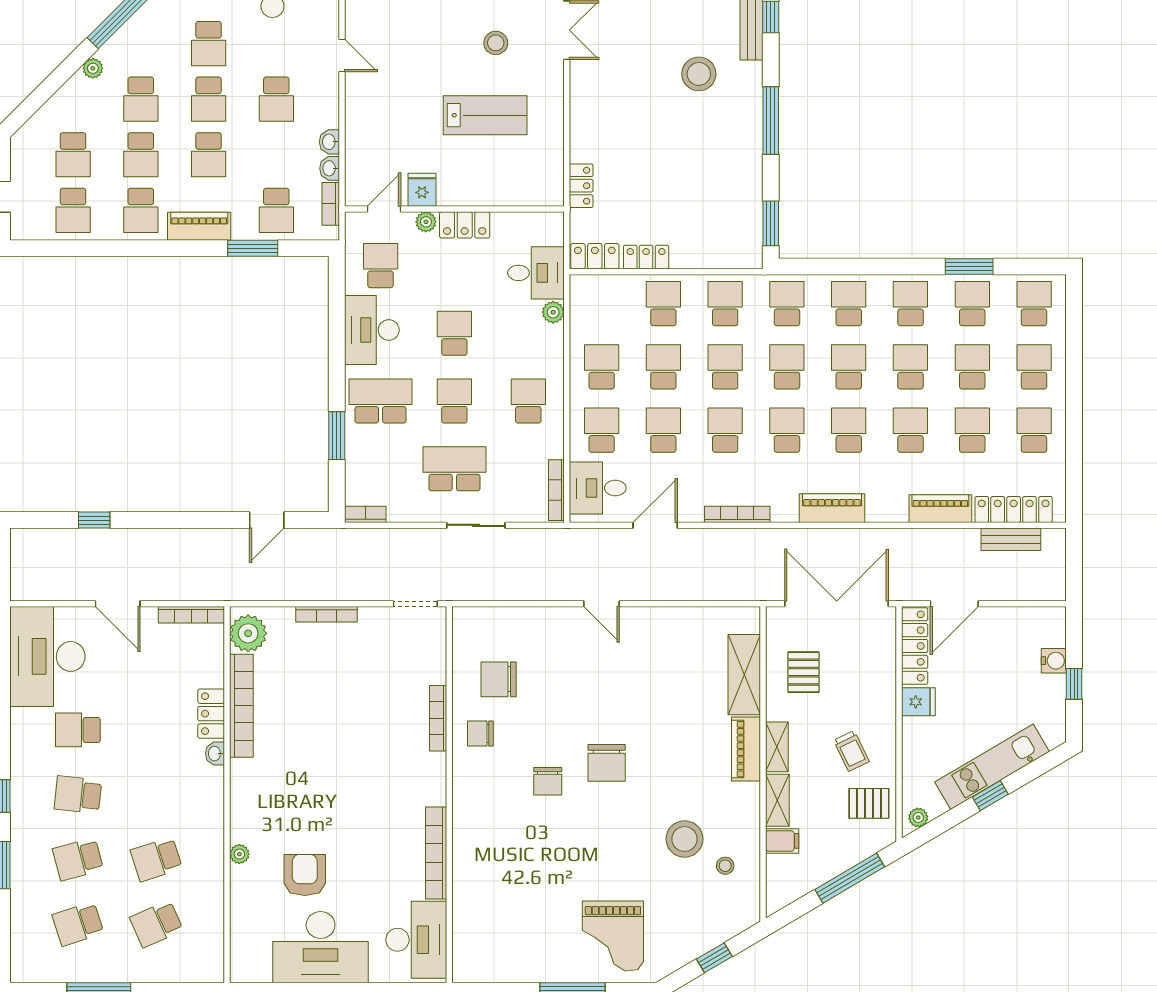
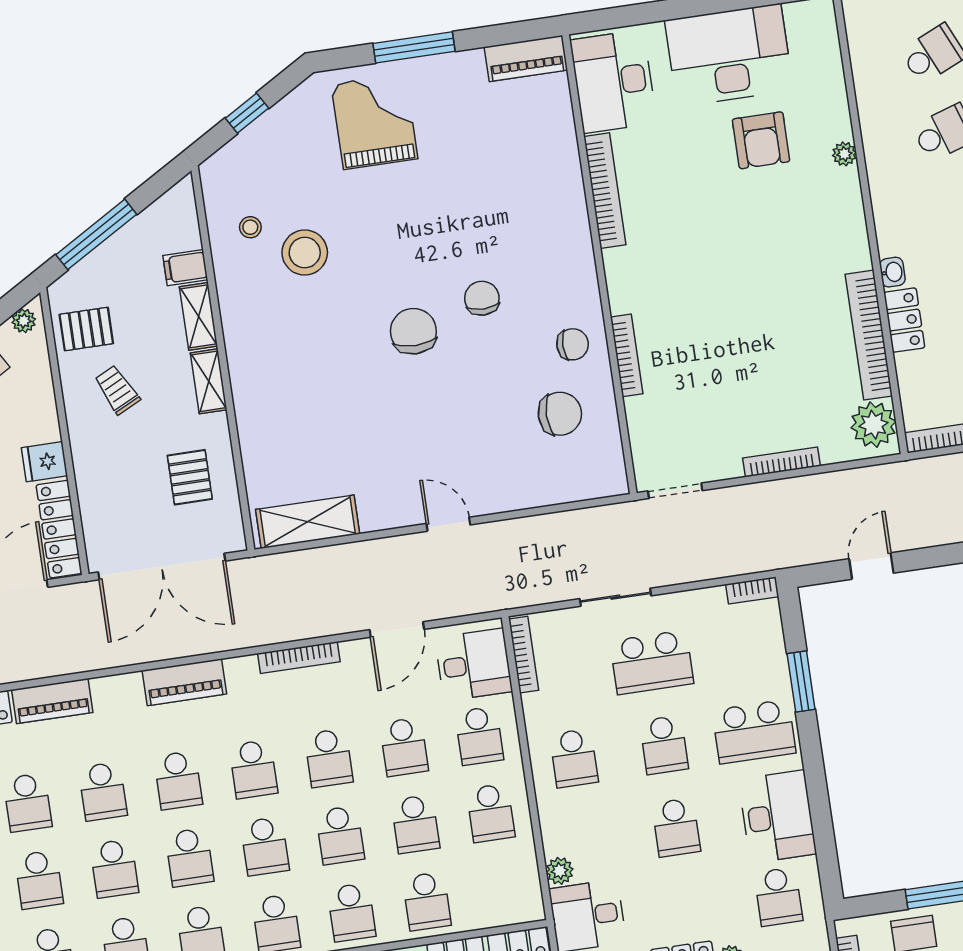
shelving: (744, 675) -> (308, 522), moved, turned 90
piano: (746, 749) -> (526, 58), moved, turned 90

